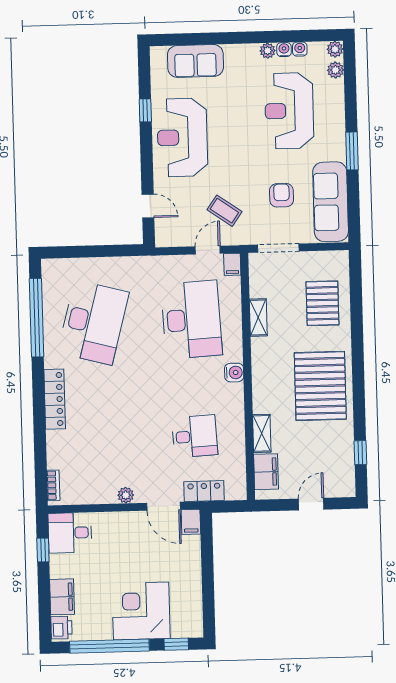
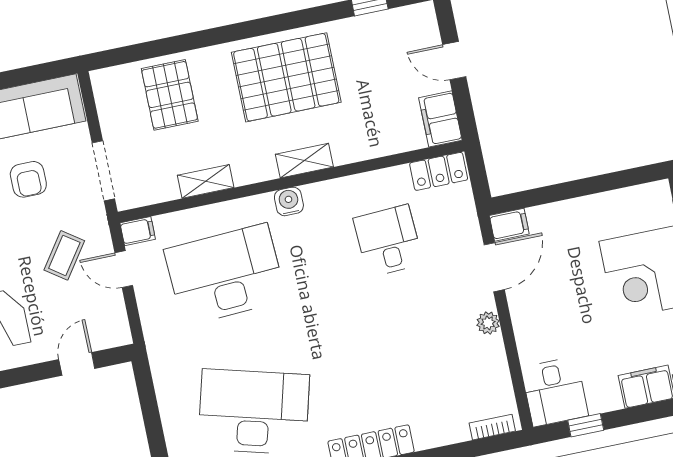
armchair: (281, 195) -> (28, 179), turned -90
pallet: (322, 303) -> (170, 95), turned 90
shelving: (262, 433) -> (304, 161), moved
filing cabinet: (266, 472) -> (440, 119), moved, turned -90
locker: (204, 491) -> (439, 171), moved, turned -90

